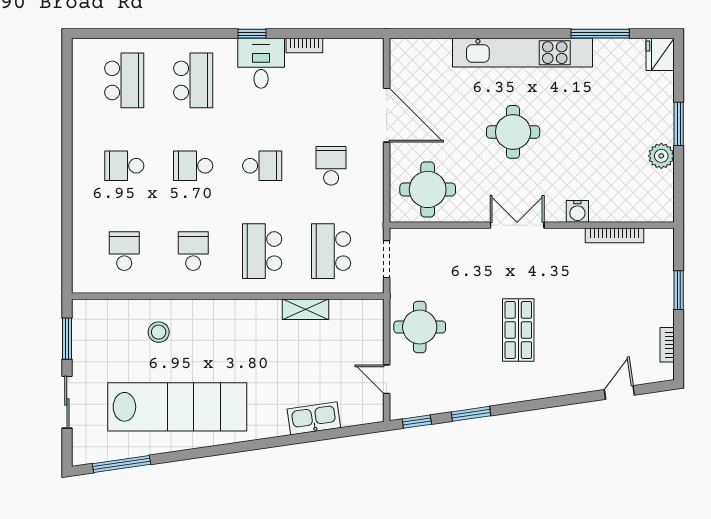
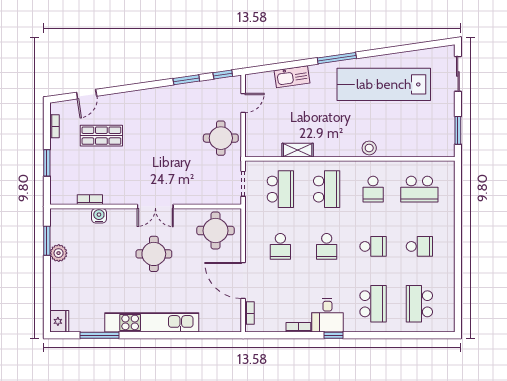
bookcase: (377, 67) -> (250, 313), added
school desk: (193, 80) -> (373, 304), turned 180
window: (679, 124) -> (47, 241), moved
round table: (513, 132) -> (154, 254), moved
school desk: (262, 166) -> (327, 246), turned -90
water cooler: (577, 211) -> (99, 216), moved
bookcase: (614, 235) -> (90, 200), width x0.64
school desk: (124, 251) -> (419, 189), width x1.85
shop shelf: (518, 330) -> (101, 136), moved, turned 90
stool: (159, 332) -> (369, 148), moved
door: (387, 379) -> (243, 103), hinge flipped
sliding door: (67, 402) -> (458, 74), moved
window: (122, 464) -> (337, 58), moved

